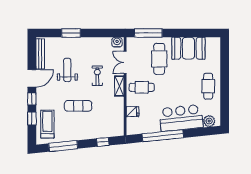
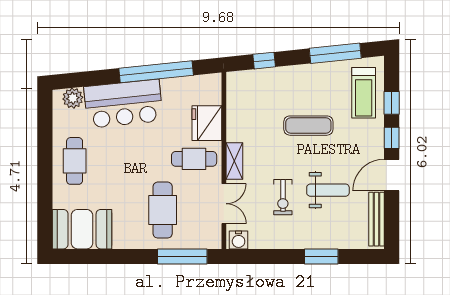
booth: (188, 48) -> (82, 229), moved
weight bench: (67, 70) -> (328, 190), turned -90
exercise bike: (97, 76) -> (283, 197), moved
fridge: (133, 112) -> (207, 123), width x1.88, depth x1.34

